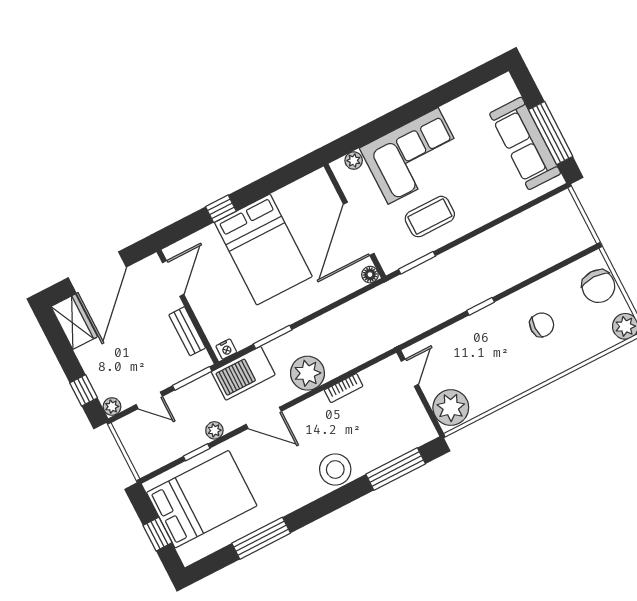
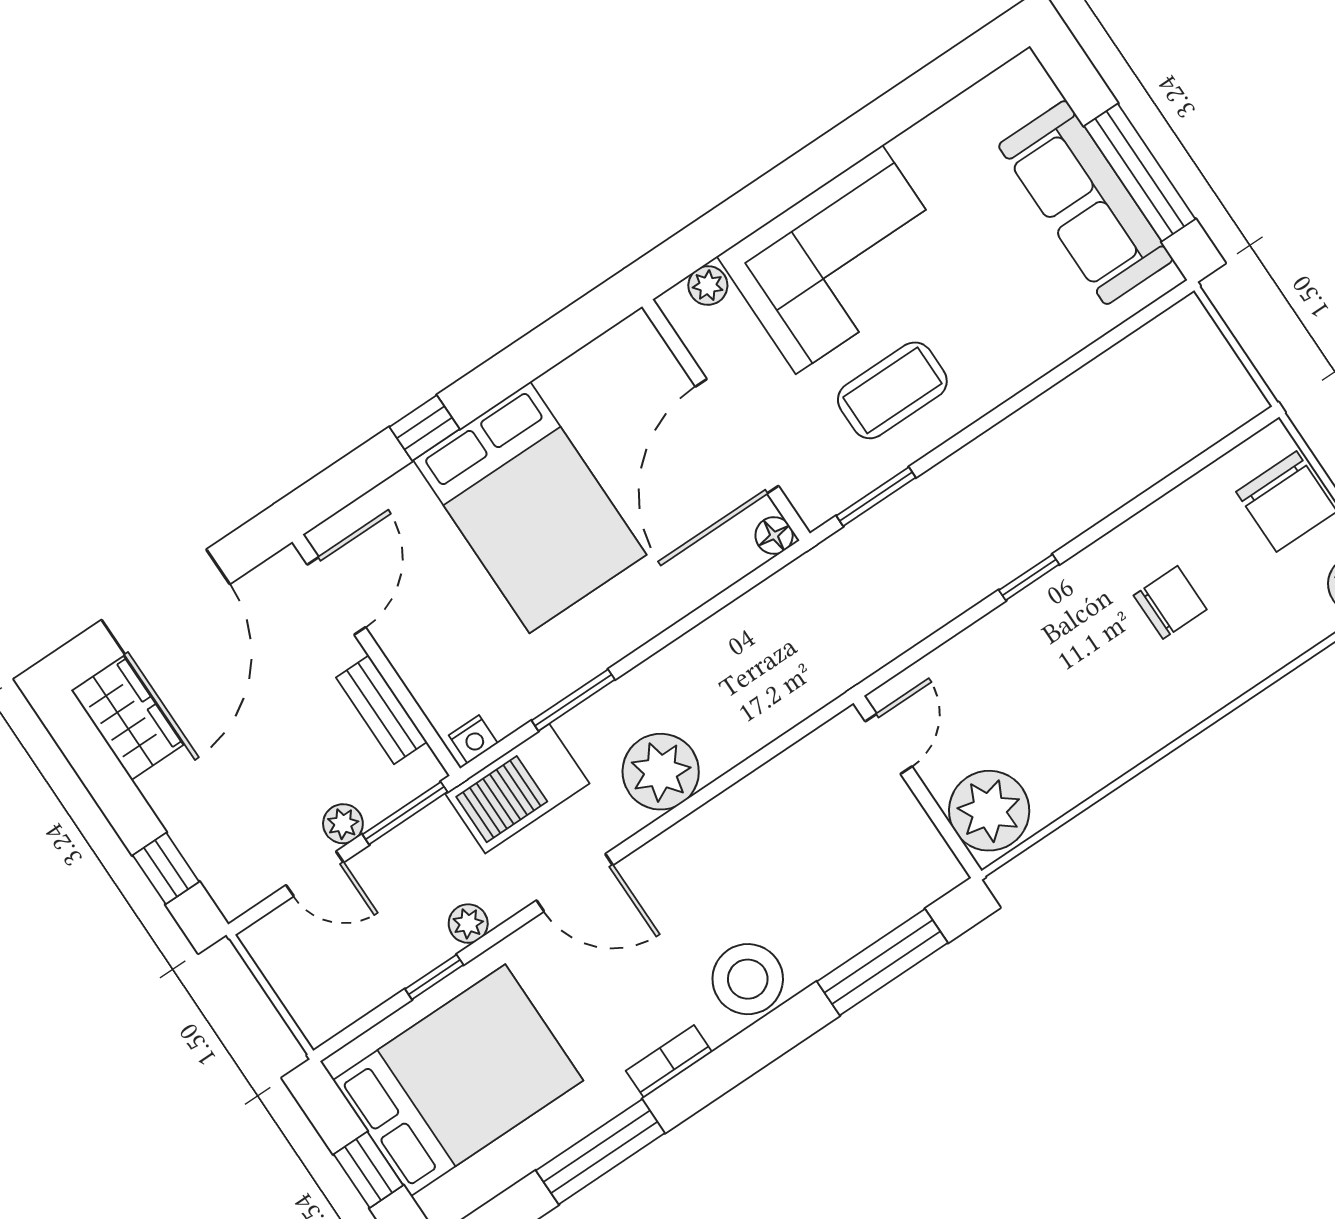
bookcase: (344, 388) -> (669, 1061), moved, turned 180
plant: (112, 407) -> (343, 824), moved

